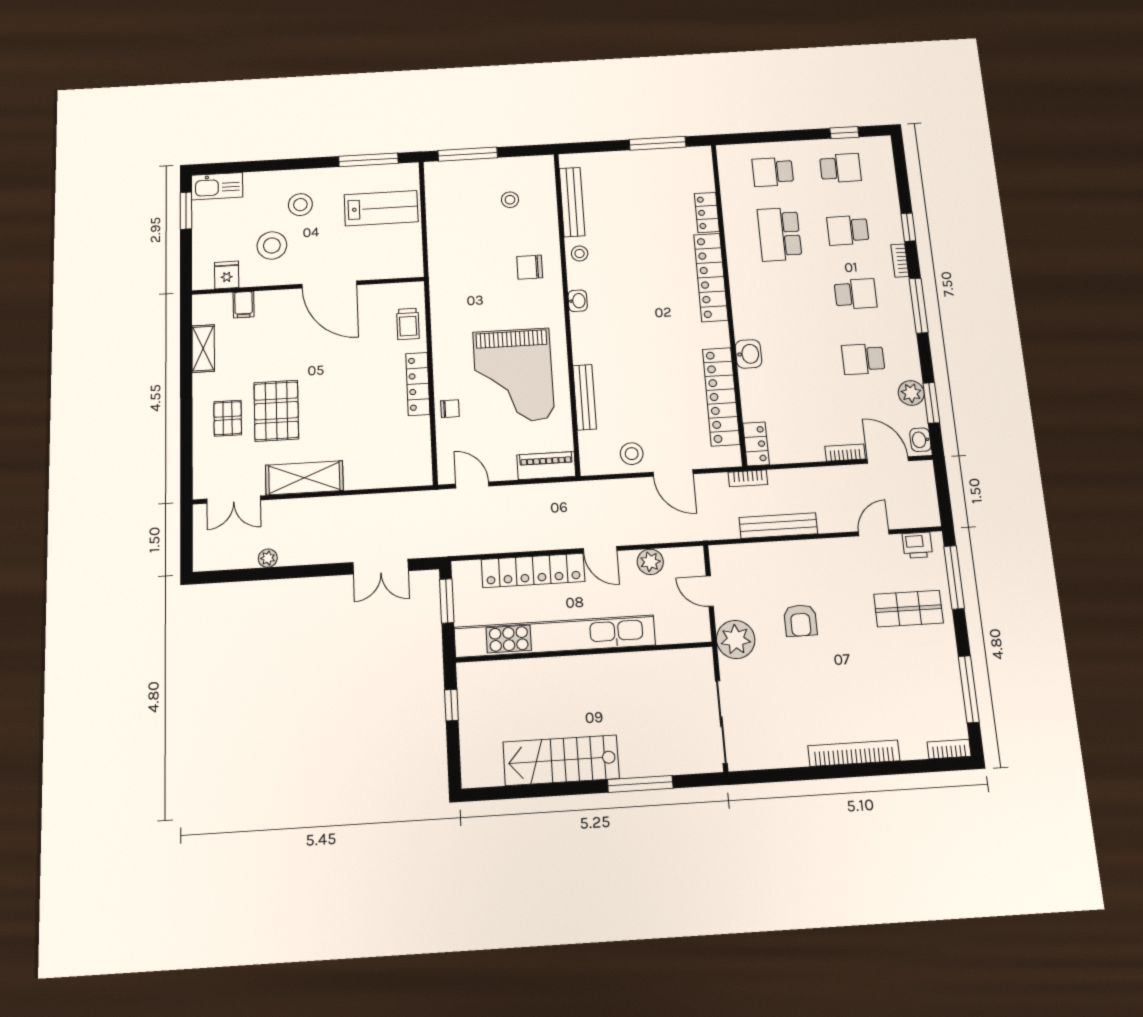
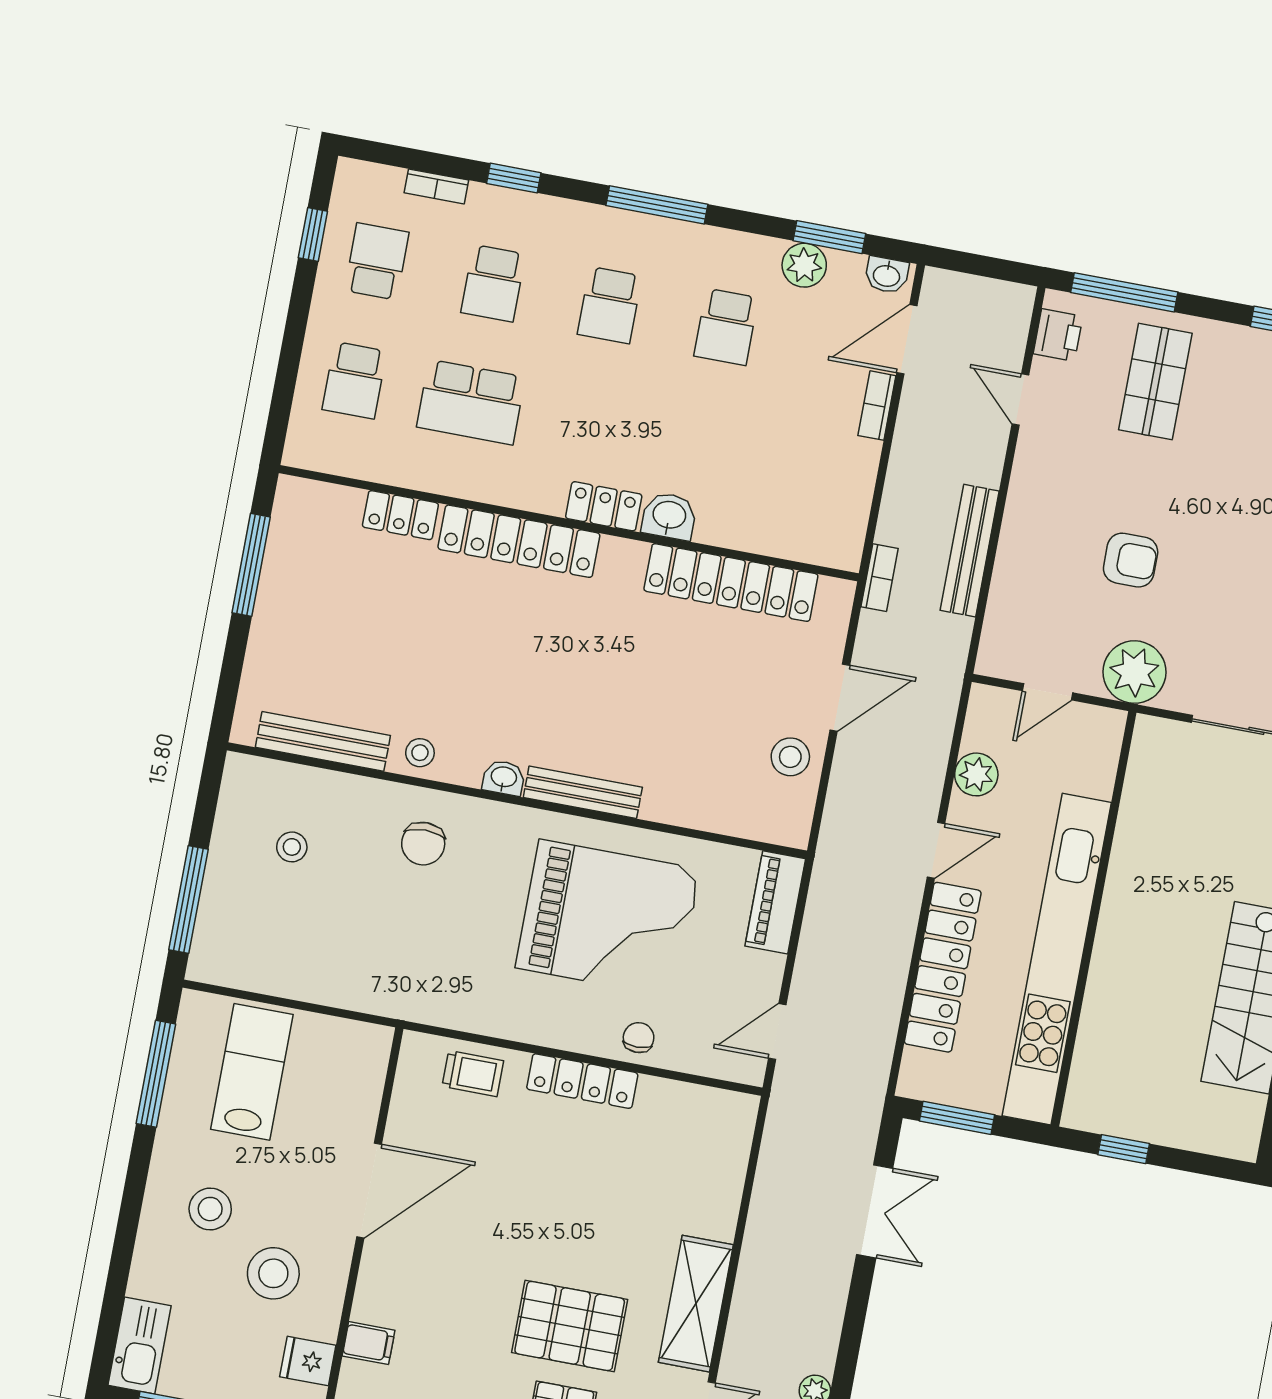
bookcase: (900, 261) -> (436, 186), moved
school desk: (855, 294) -> (610, 305), turned 180
bench: (585, 397) -> (583, 792), moved
locker: (756, 444) -> (604, 506), moved

